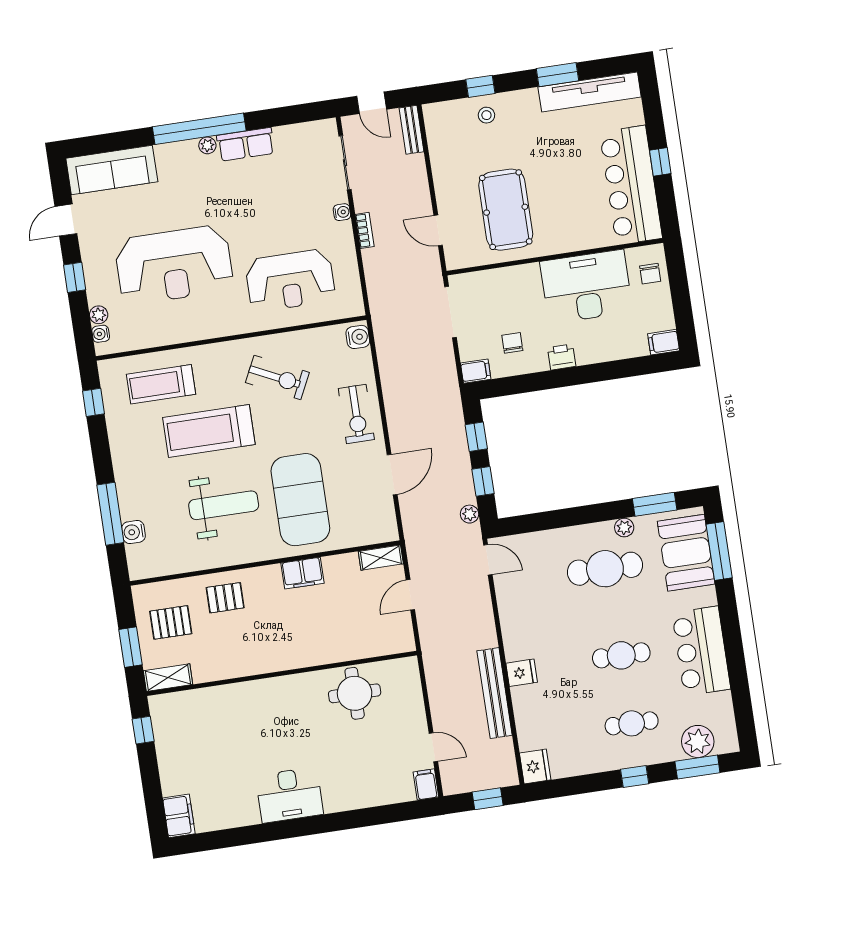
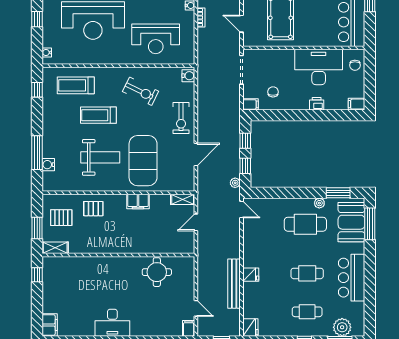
plant: (99, 315) -> (47, 42), removed
printer: (562, 357) -> (317, 104), moved
treadmill: (209, 431) -> (98, 115), width x0.73, depth x0.73

